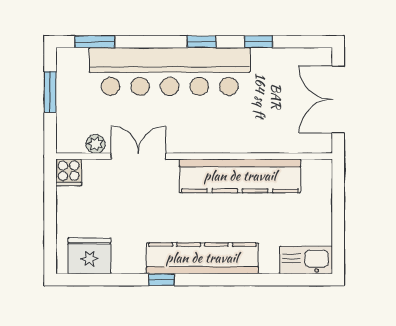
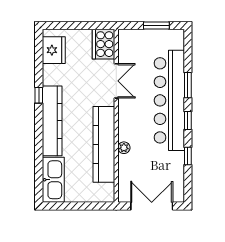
window: (95, 42) -> (188, 85), moved
plant: (96, 144) -> (124, 148), moved
cooker: (69, 172) -> (103, 44), width x1.87, depth x1.31
kitchen sink: (306, 260) -> (53, 180), width x1.36, depth x1.24

